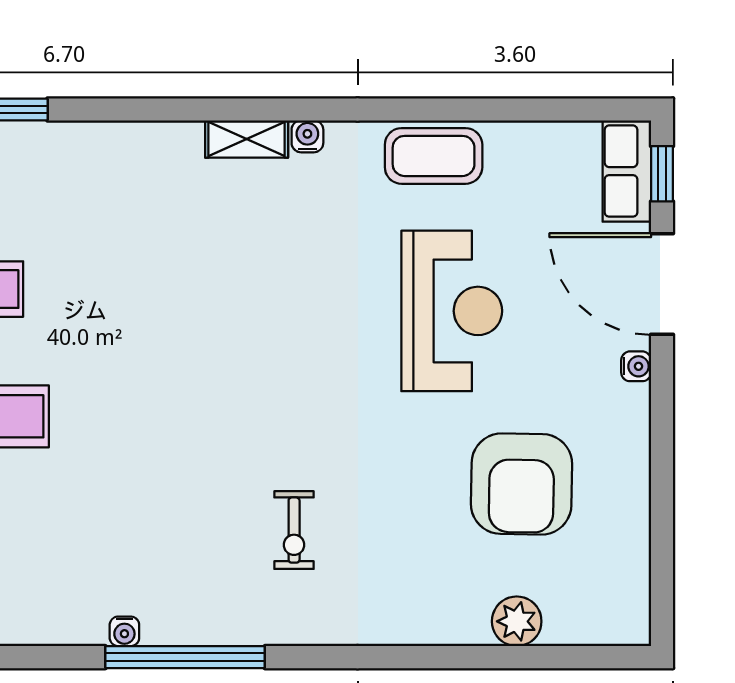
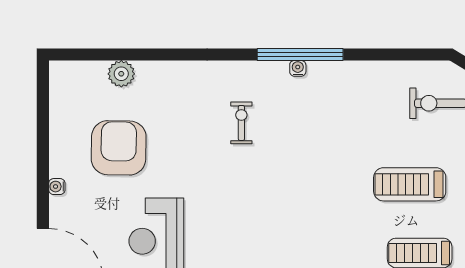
water cooler: (636, 366) -> (57, 187), moved
water cooler: (124, 631) -> (298, 68), moved

